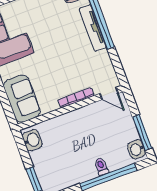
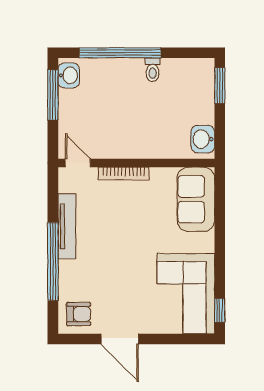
tv unit: (93, 28) -> (67, 226), moved
toilet: (101, 167) -> (153, 70), moved

